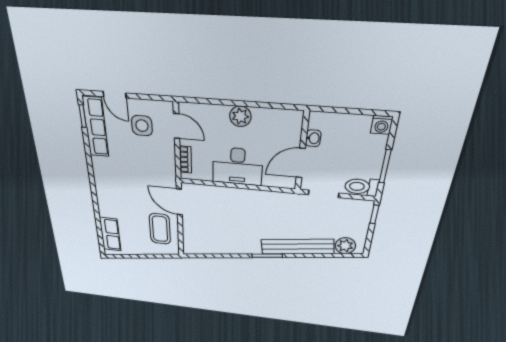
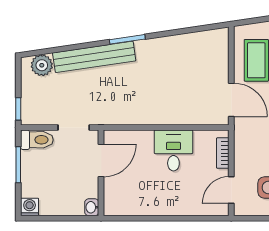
plant: (240, 116) -> (165, 205), removed
door: (177, 126) -> (231, 190), hinge flipped
washbasin: (313, 138) -> (92, 207), moved
desk: (237, 166) -> (173, 150), width x0.73

